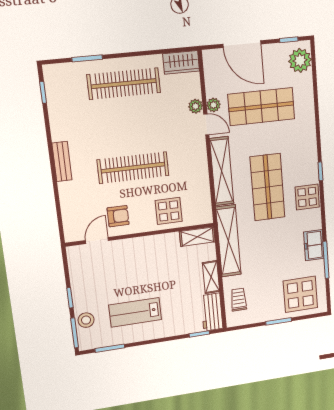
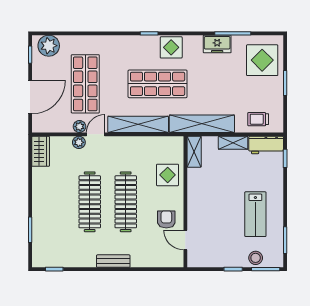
clothes rail: (124, 84) -> (90, 202), moved

